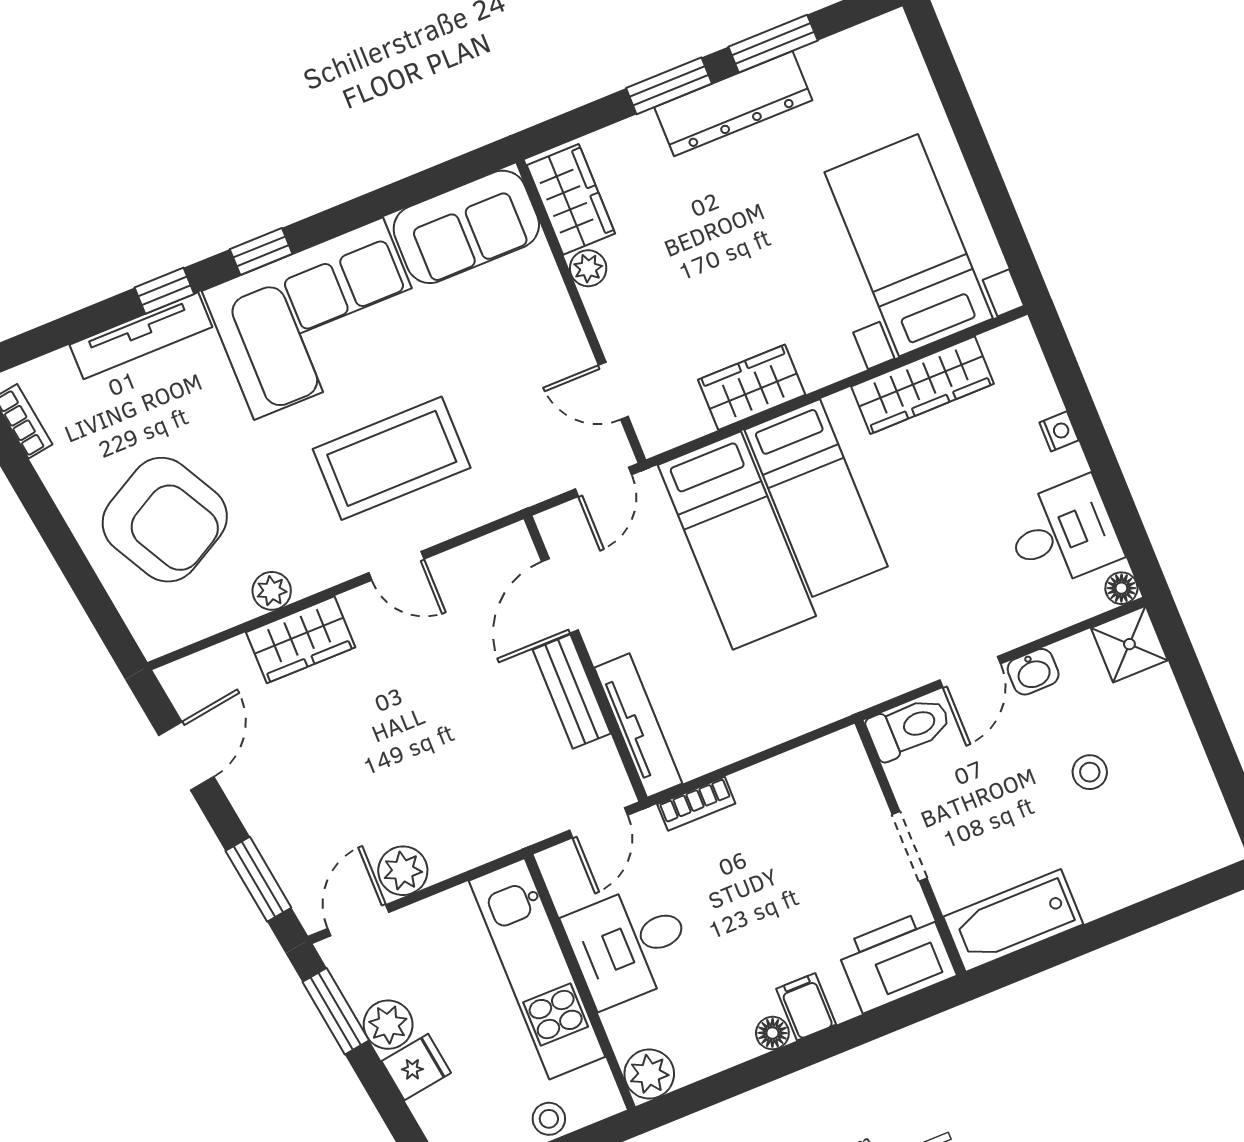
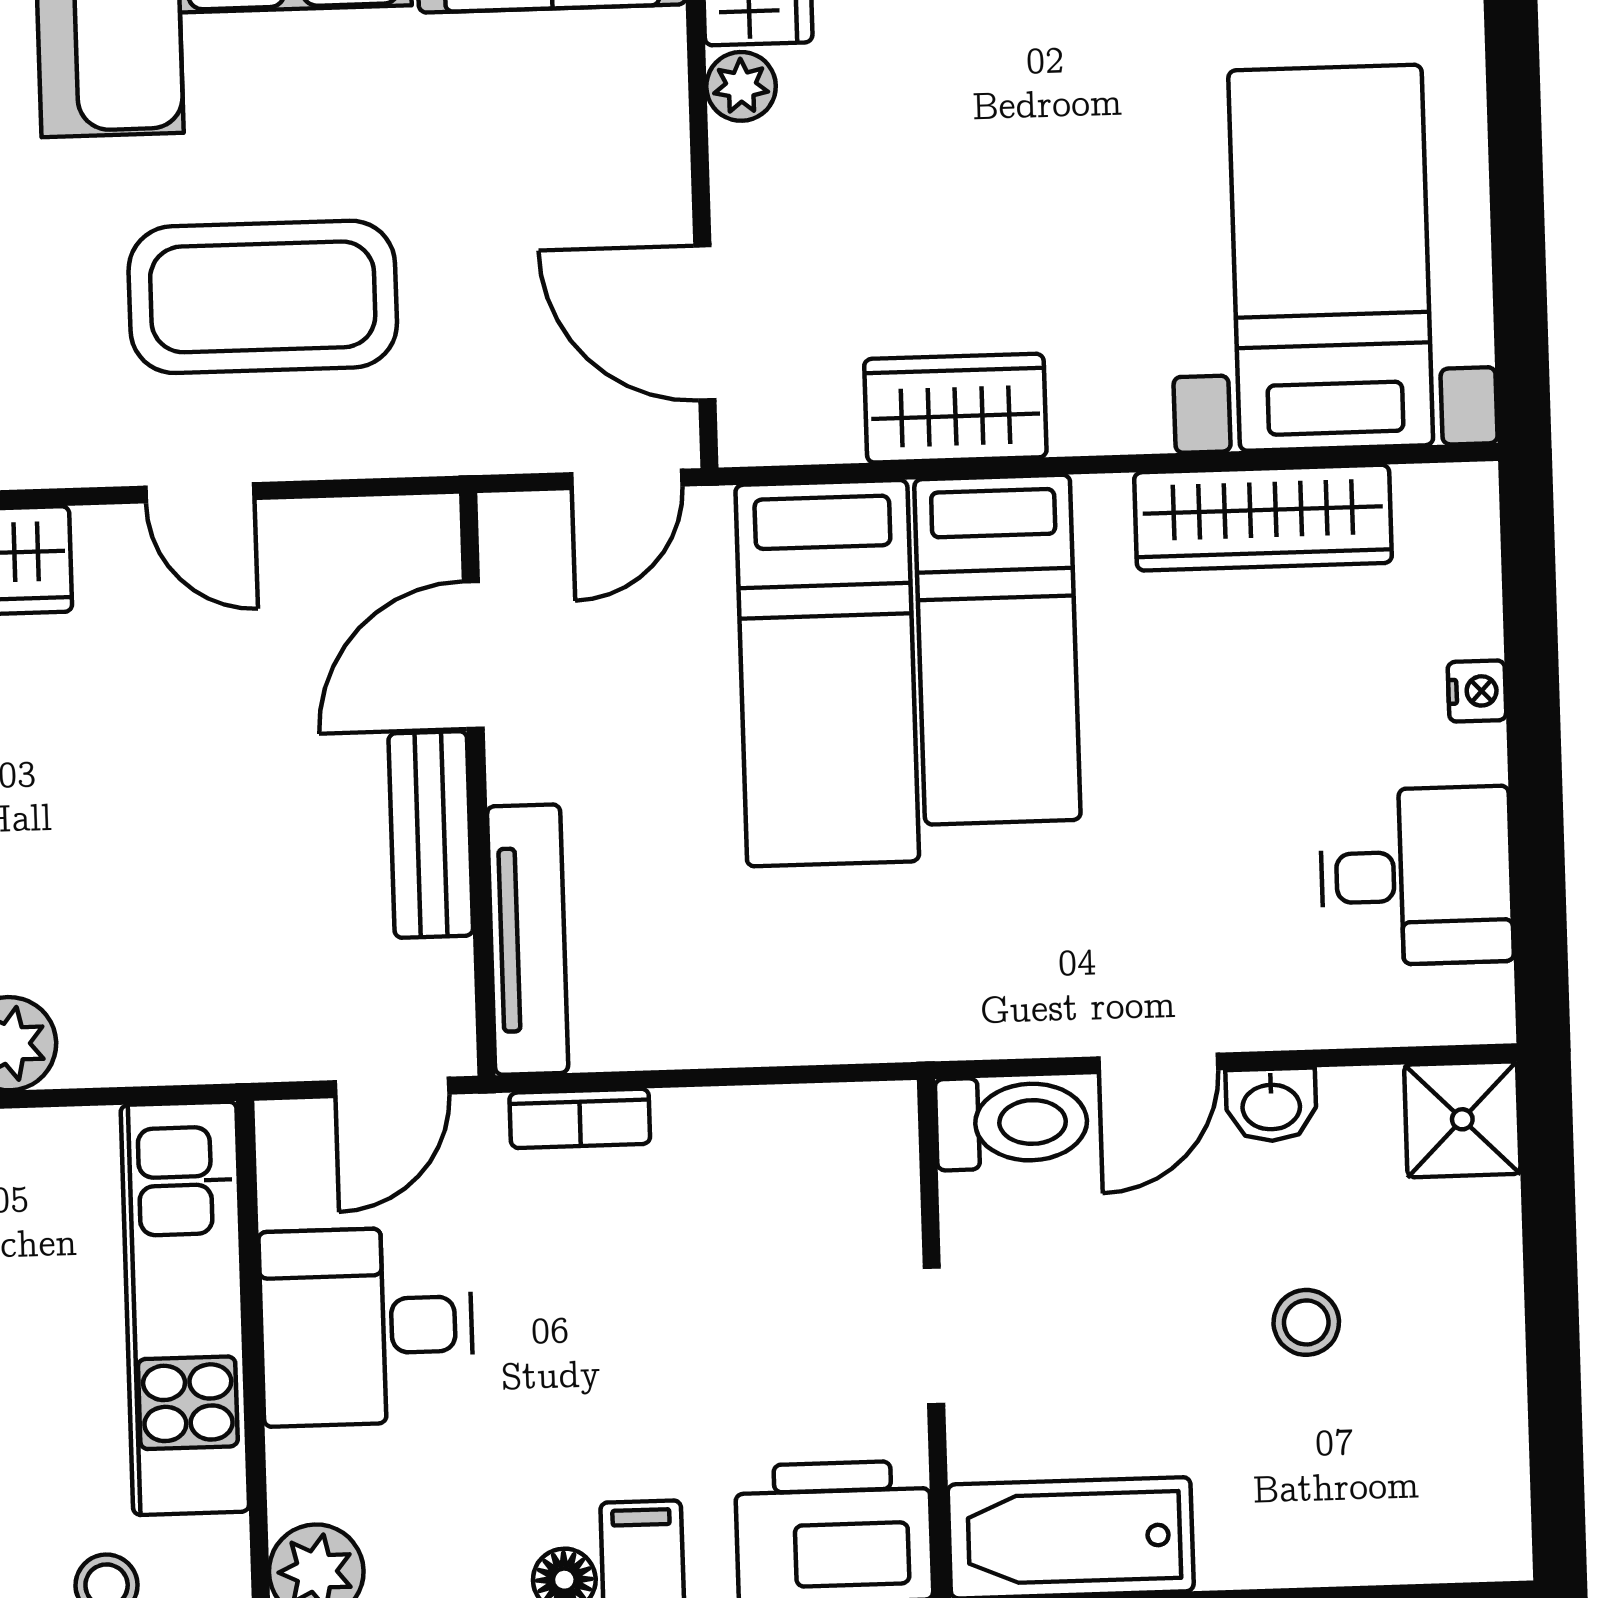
door: (613, 391) -> (705, 323), width x1.38
floor lamp: (1121, 588) -> (1485, 1014), removed

